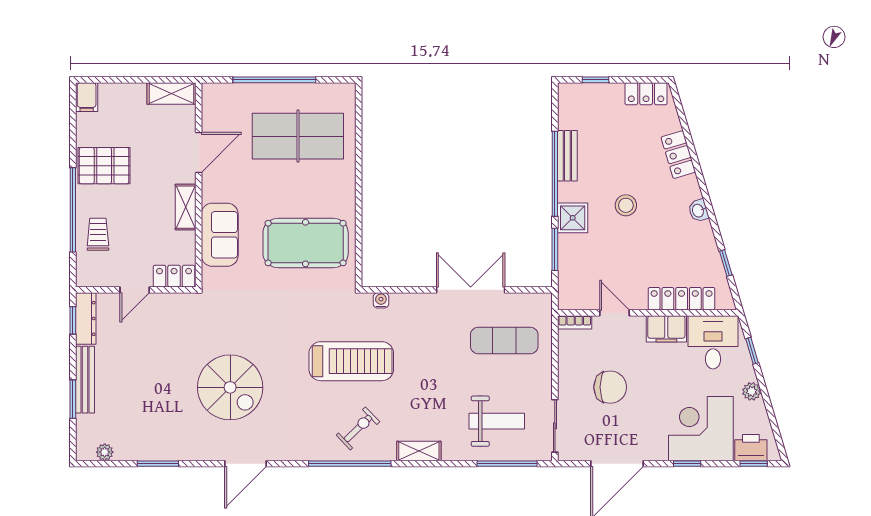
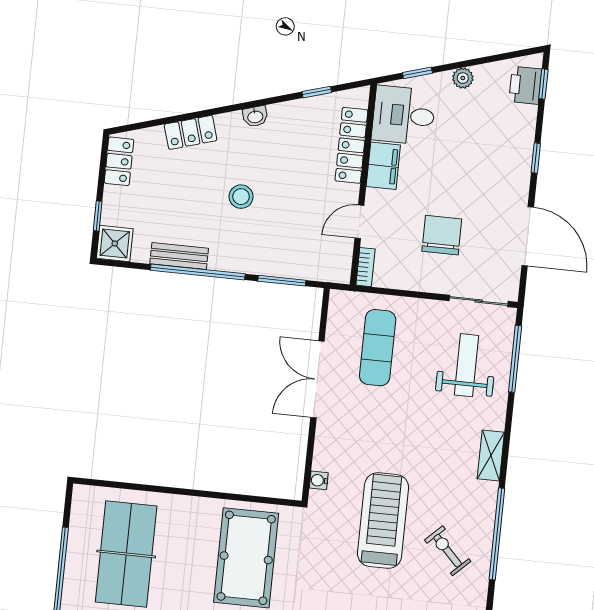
shower: (573, 218) -> (115, 243), moved
exercise bike: (358, 428) -> (448, 551), moved
corner desk: (701, 429) -> (498, 139), removed

